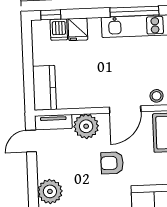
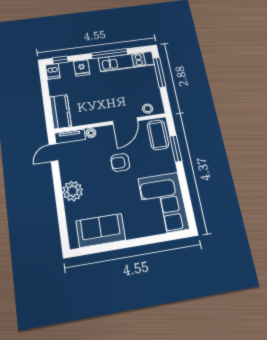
window: (134, 11) -> (109, 54), moved
dishwasher: (59, 30) -> (53, 71), moved
plant: (86, 126) -> (91, 133), width x0.53, depth x0.53

